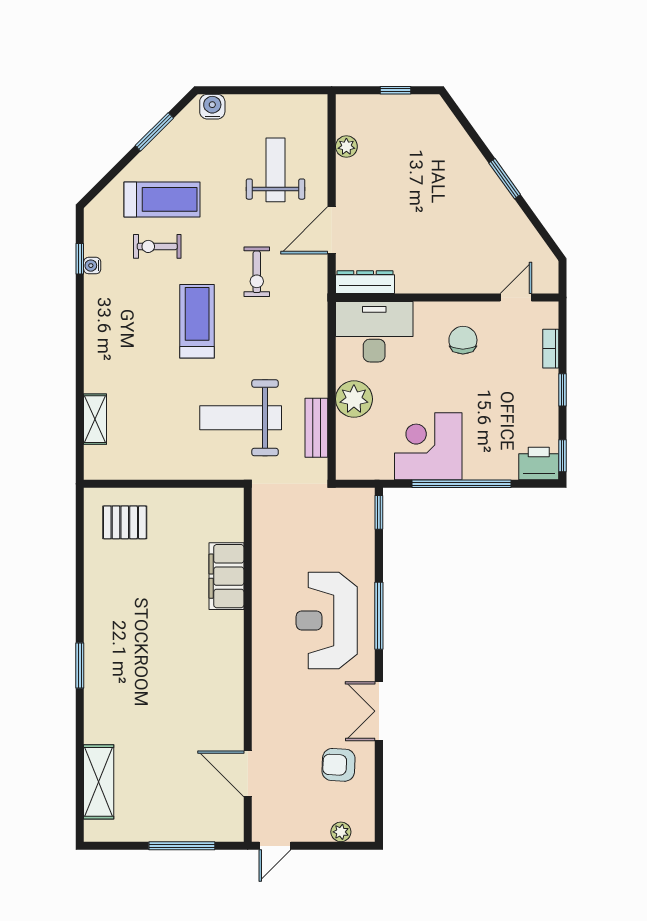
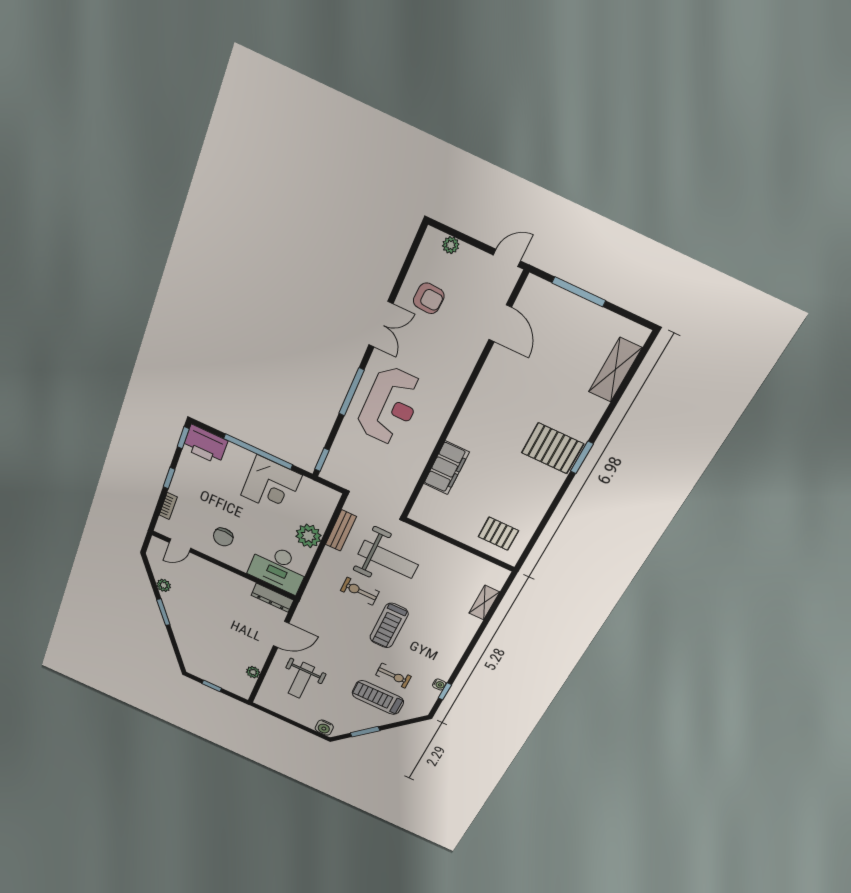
plant: (518, 223) -> (164, 585), added
exercise bike: (257, 272) -> (360, 591), moved, turned -90
printer: (539, 463) -> (205, 445), width x1.37, depth x1.19
pallet: (118, 660) -> (553, 448), added

